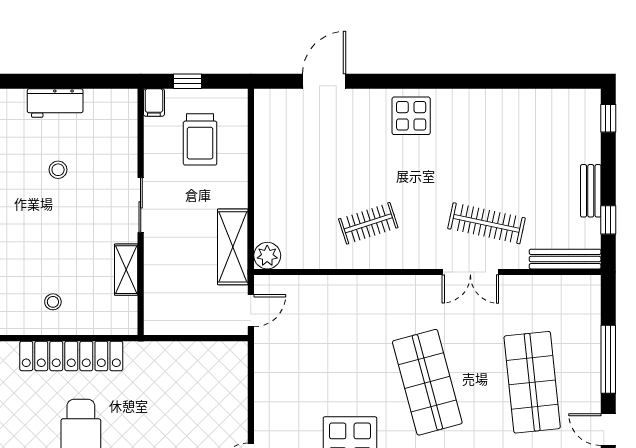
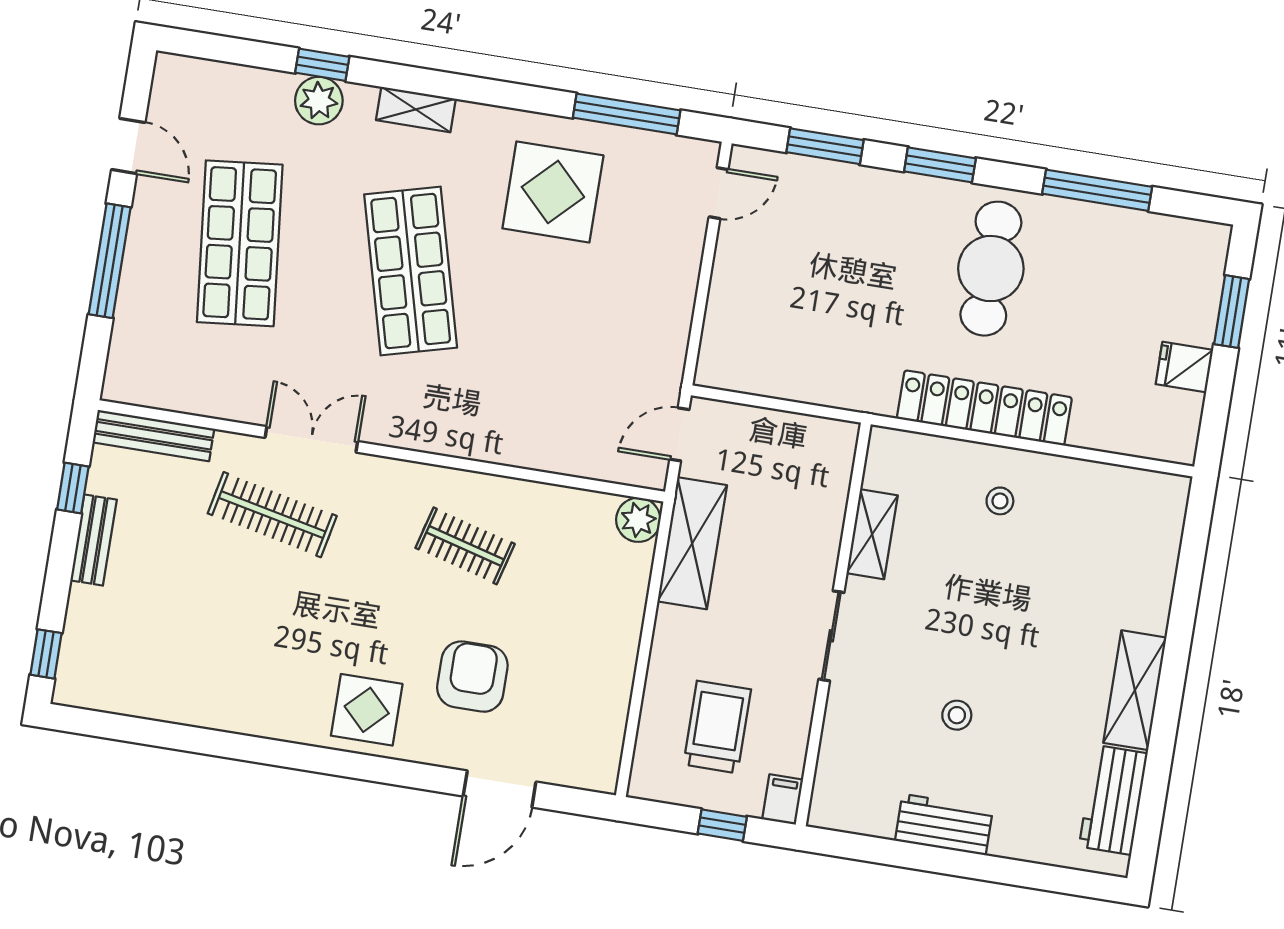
armchair: (351, 146) -> (472, 677), added
clothes rail: (368, 223) -> (465, 546), turned 33

